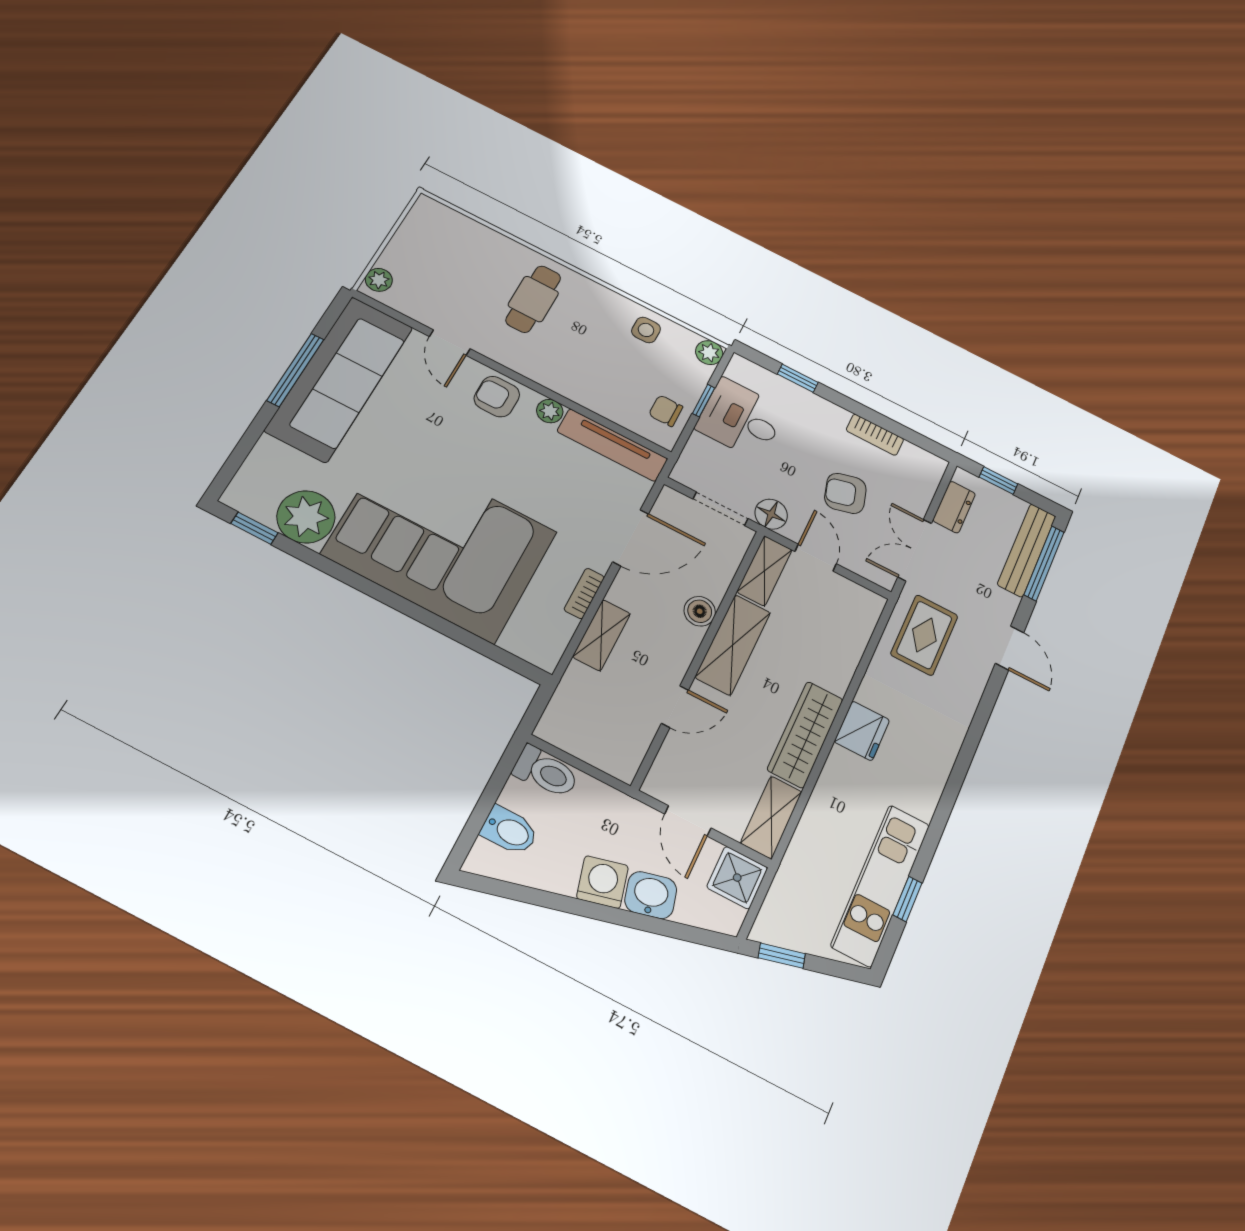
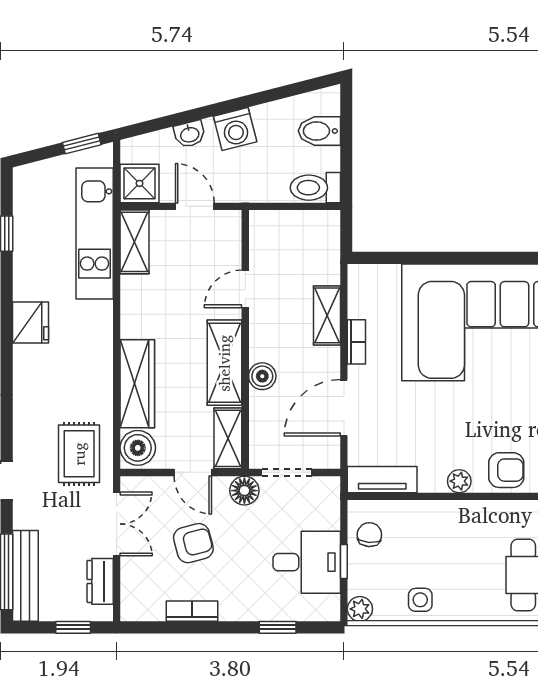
chair: (666, 411) -> (369, 535), turned -85
tv unit: (612, 445) -> (382, 480), width x0.71
boiler: (861, 610) -> (138, 448), added
fridge: (862, 731) -> (30, 322), moved, turned 180
wardrobe: (805, 734) -> (137, 384), moved
kitchen unit: (881, 885) -> (95, 233), moved, turned 180
washbasin: (651, 895) -> (190, 134), width x0.72, depth x0.69

